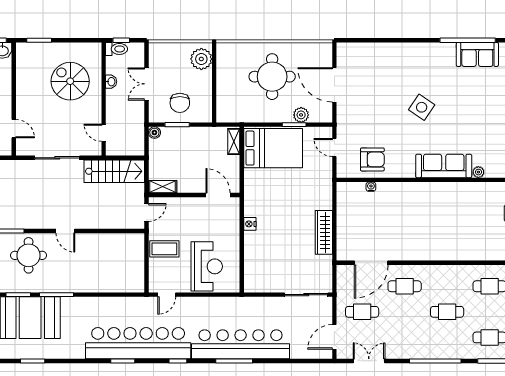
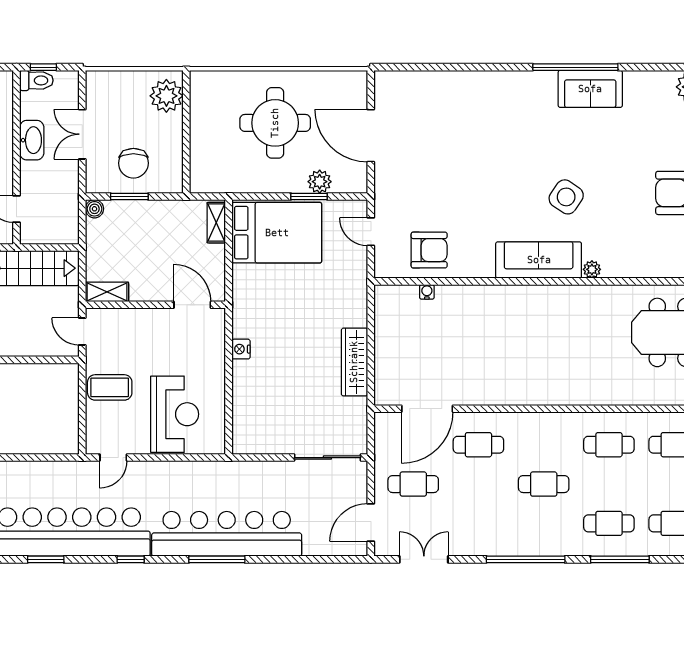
washbasin: (111, 82) -> (32, 140), width x1.91, depth x1.45
side table: (422, 107) -> (566, 197), moved
door: (146, 212) -> (82, 331), swing flipped

